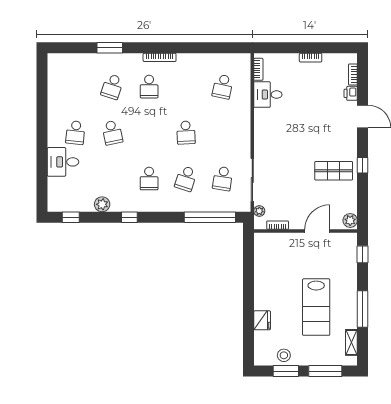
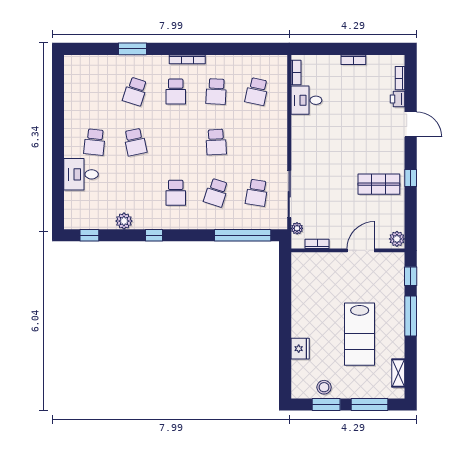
school desk: (186, 87) -> (216, 91), added
window: (363, 309) -> (411, 316), moved

